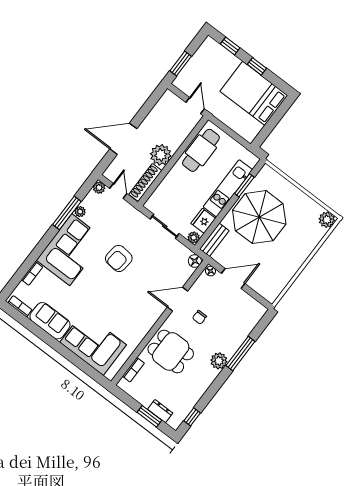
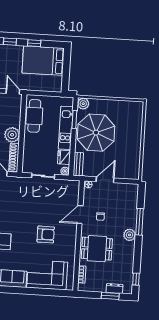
plant: (327, 220) -> (83, 104), moved
armchair: (119, 258) -> (46, 234), moved, turned -96
floor lamp: (195, 261) -> (75, 185), removed

